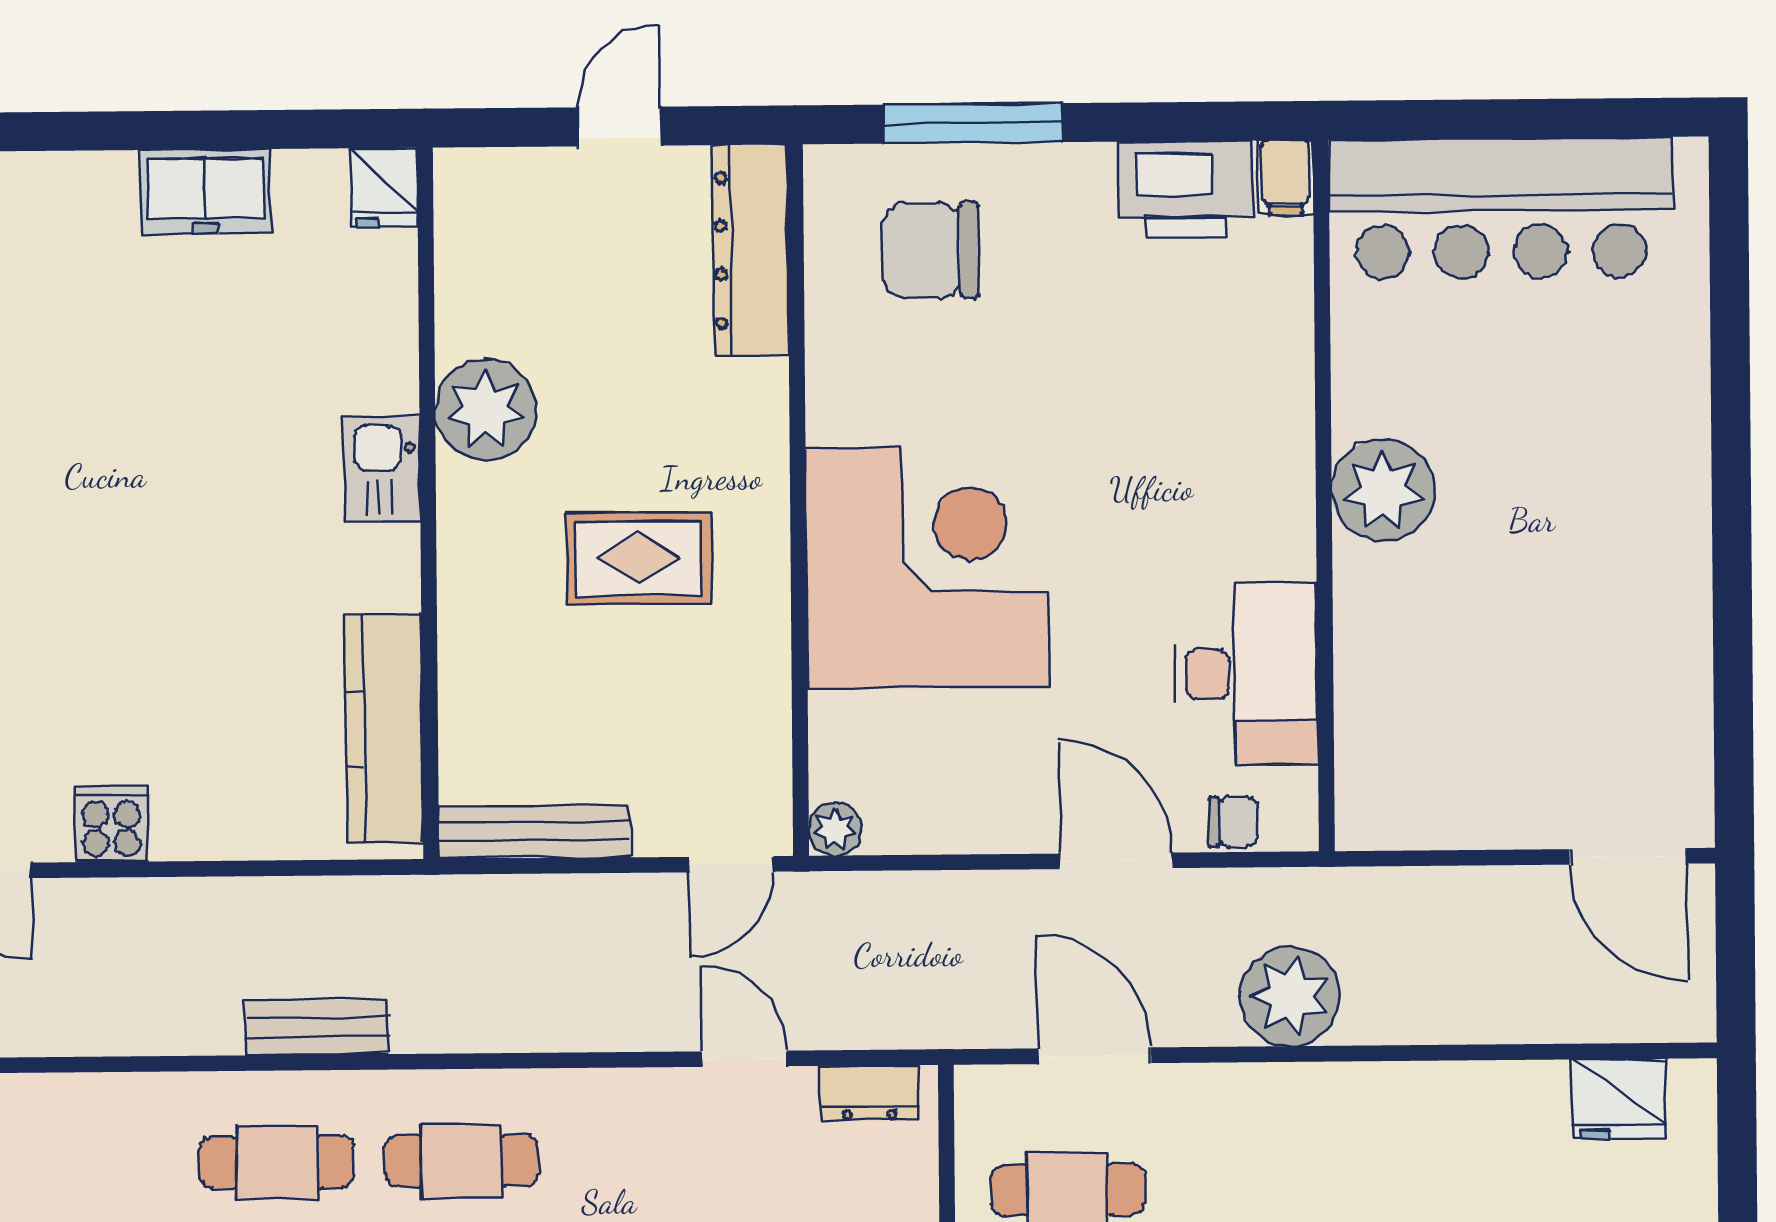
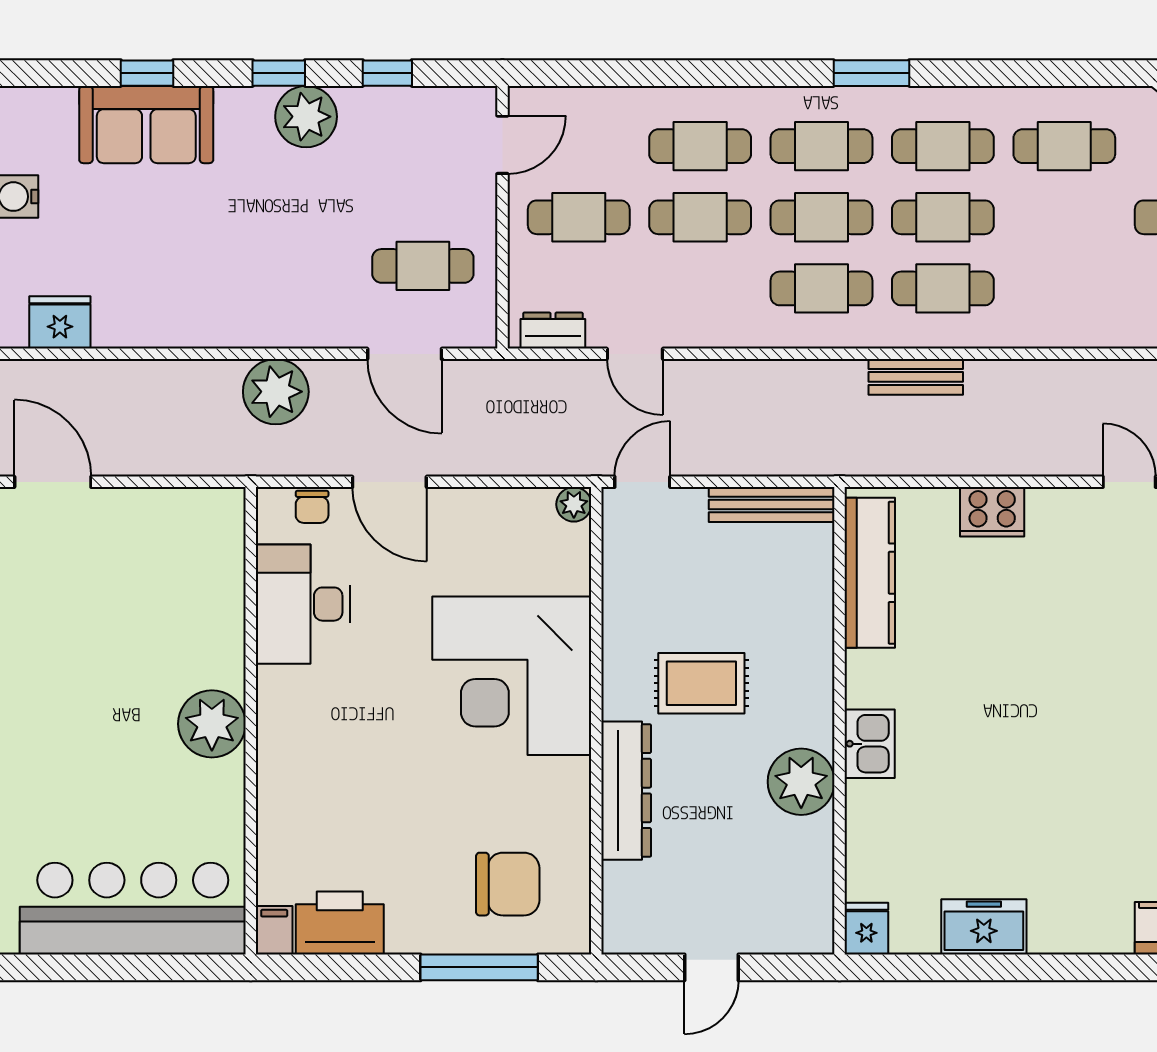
dresser: (750, 250) -> (626, 791), moved
chair: (1233, 822) -> (312, 507), turned -90
cooker: (111, 824) -> (992, 512), moved, width x1.36

